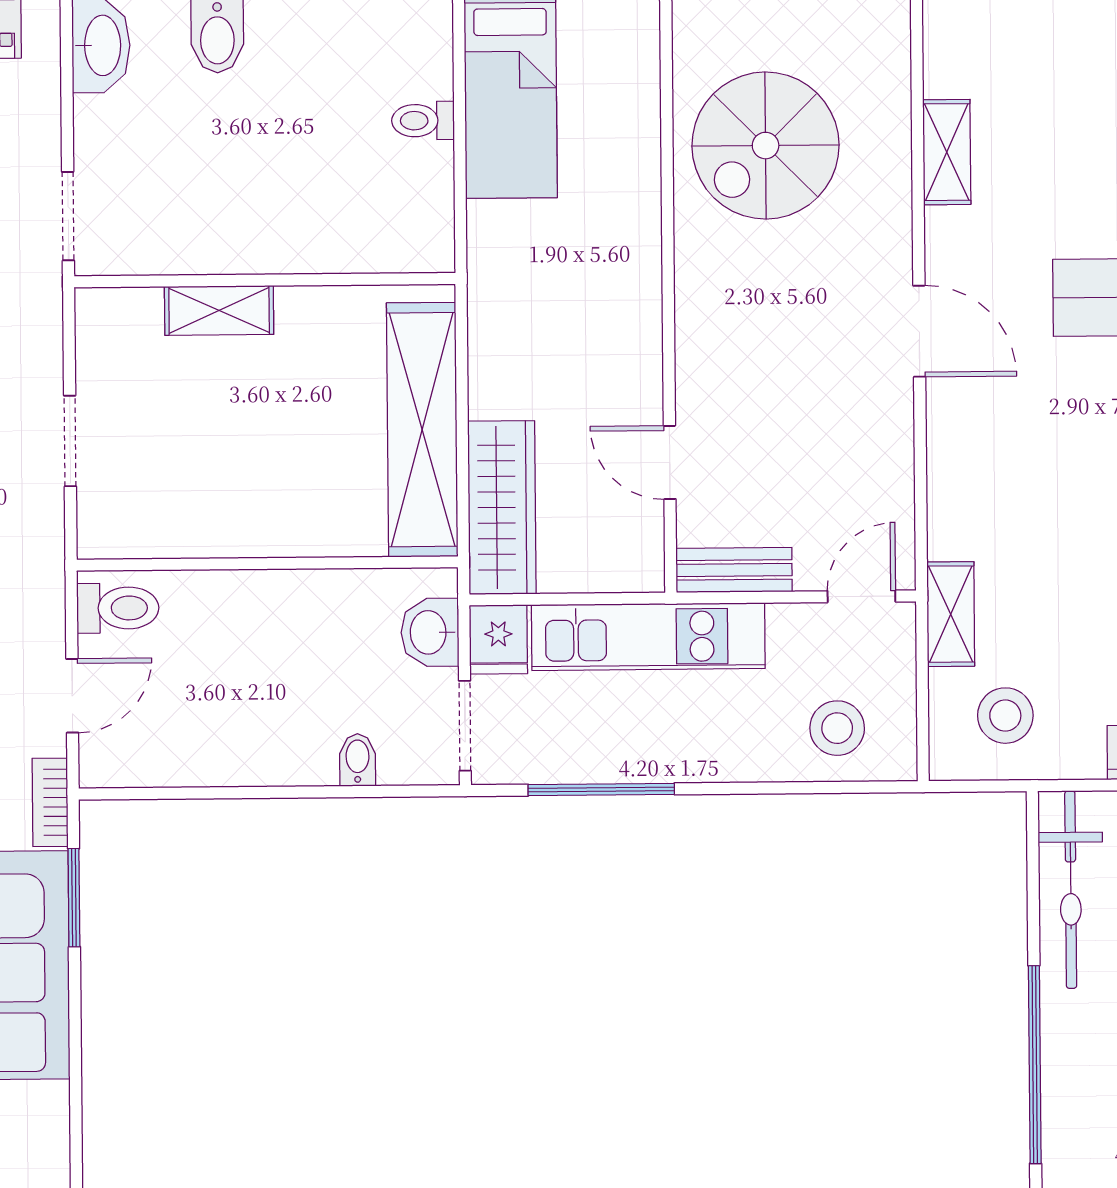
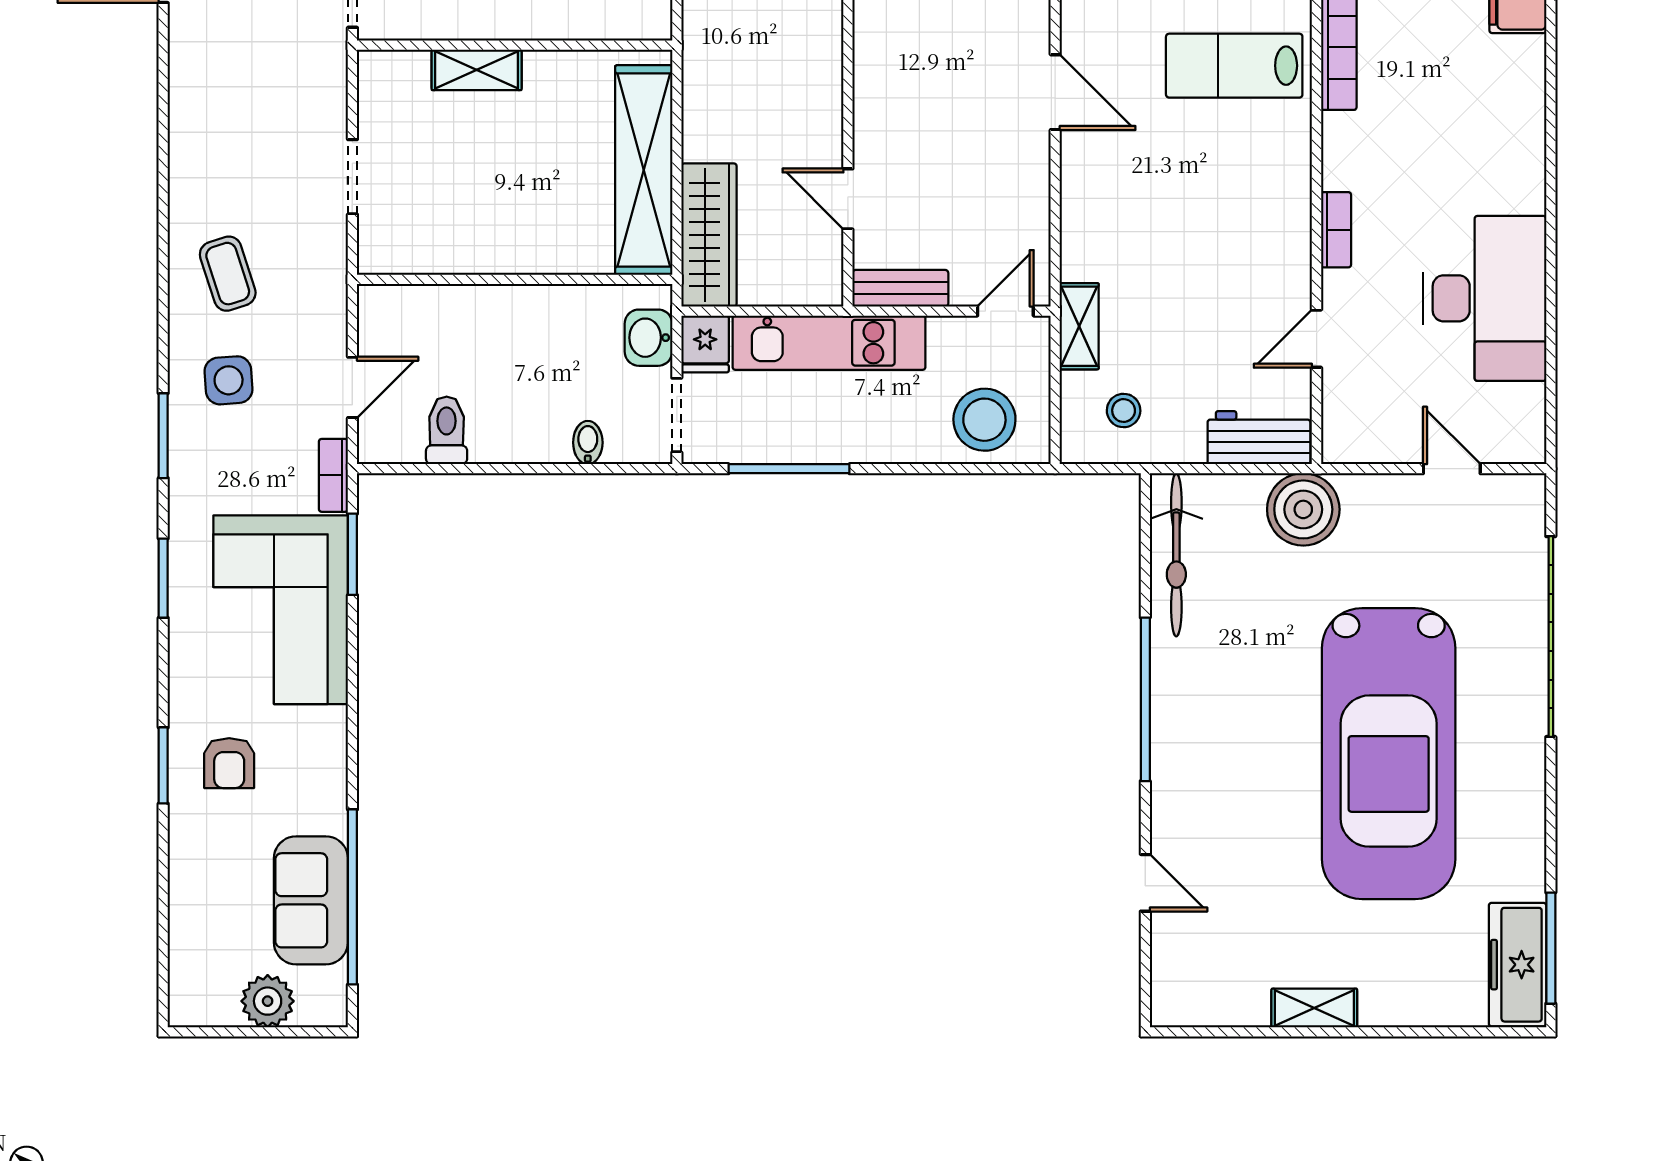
toilet: (118, 608) -> (447, 430), moved, turned -90
stool: (1005, 716) -> (1124, 411), width x0.73, depth x0.73
stool: (837, 728) -> (984, 420), width x1.38, depth x1.38

